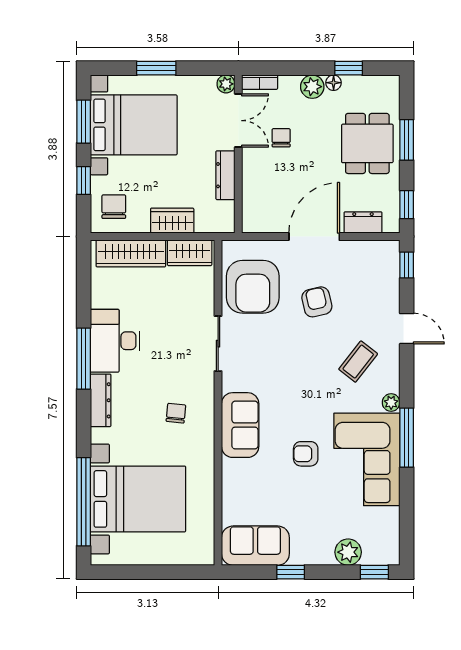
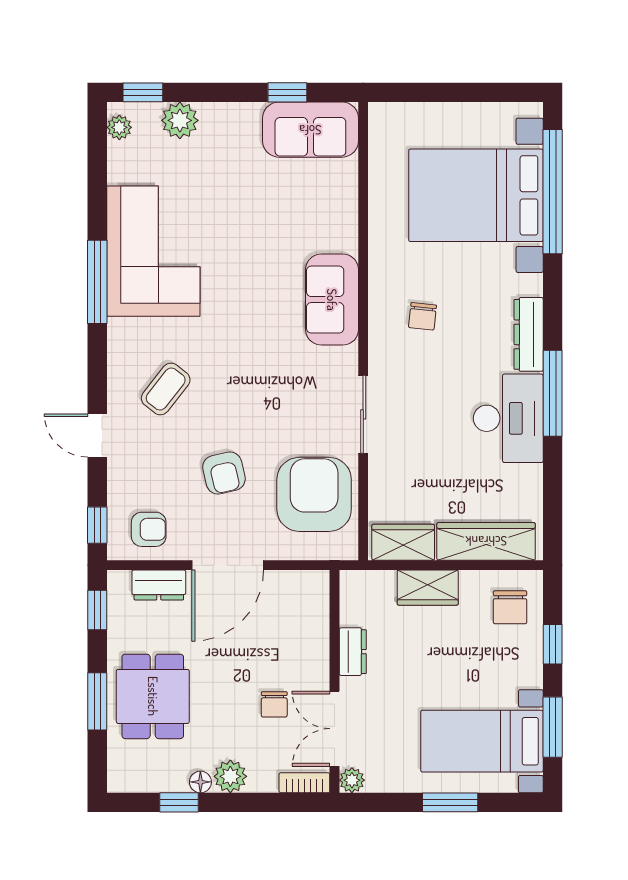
bed with nightstands: (134, 125) -> (482, 741), width x0.73
dresser: (225, 175) -> (353, 652), width x0.70
plant: (391, 403) -> (119, 127), moved
armchair: (306, 454) -> (149, 529), moved
window: (291, 572) -> (287, 92), moved

